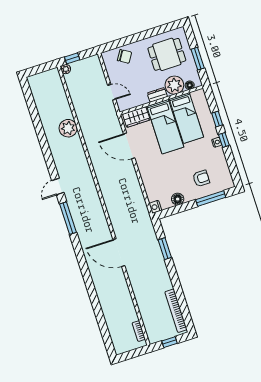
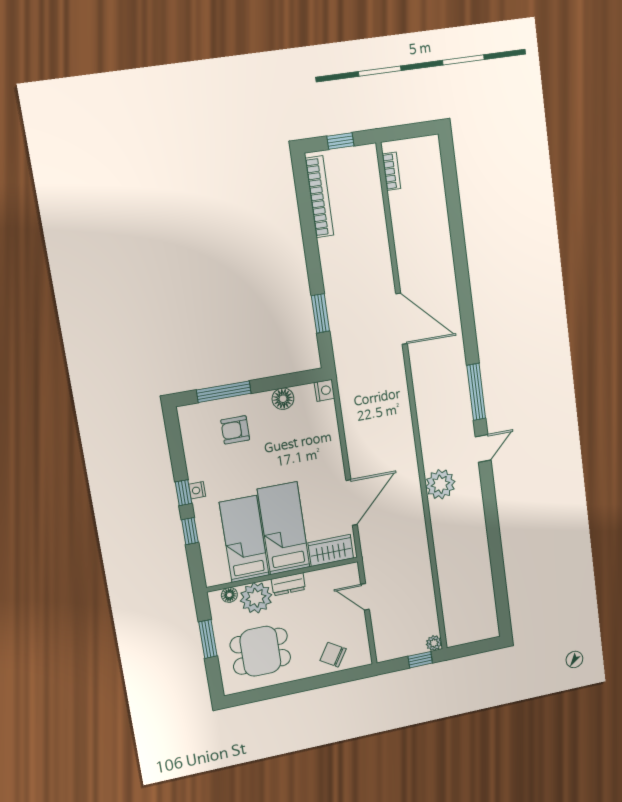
plant: (68, 128) -> (440, 484), moved
door: (129, 146) -> (352, 502), hinge flipped

